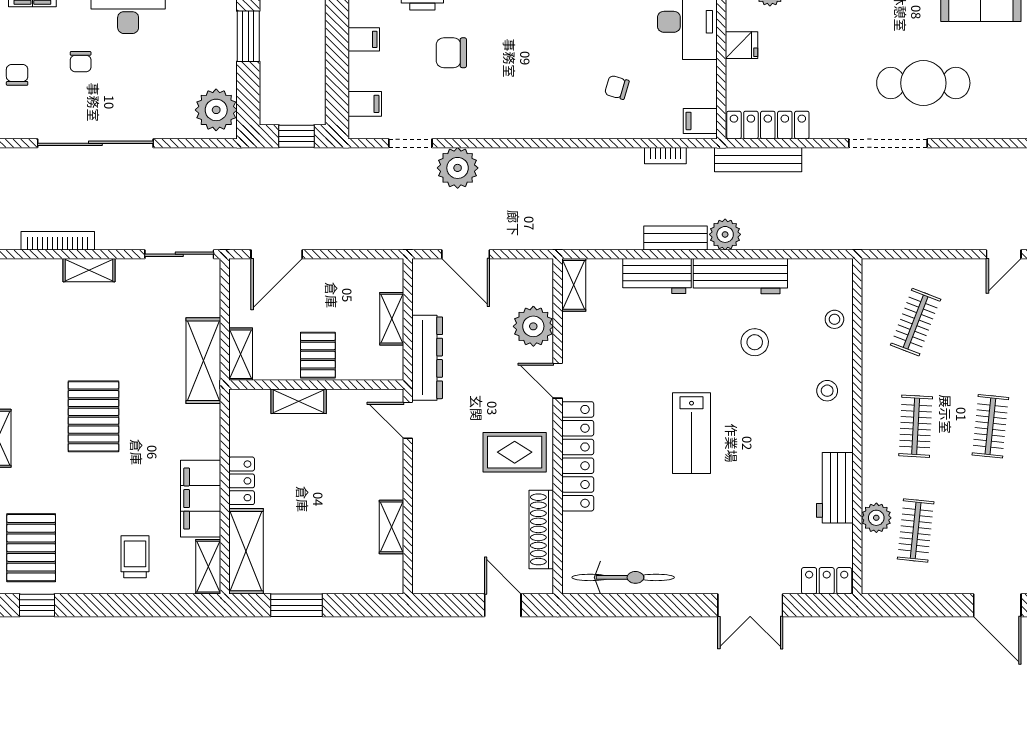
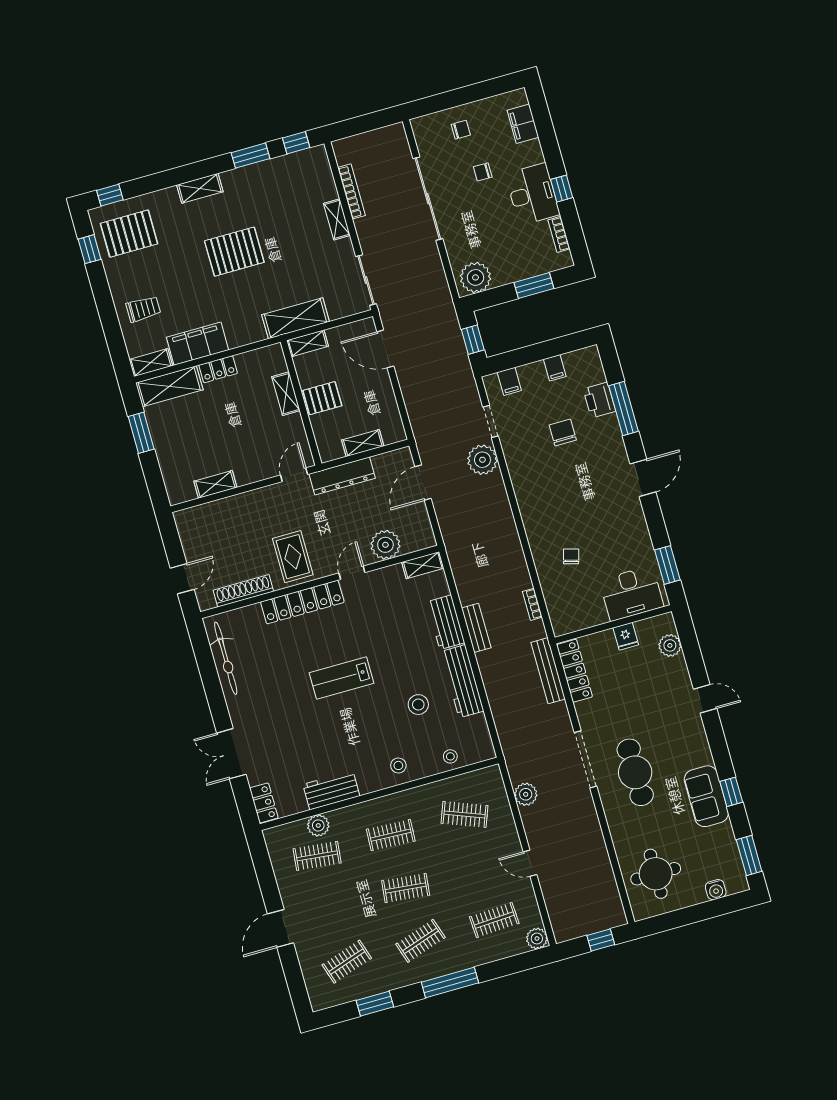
filing cabinet: (700, 121) -> (564, 622), removed
plant: (725, 234) -> (526, 794), moved

